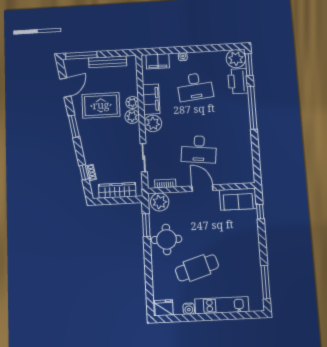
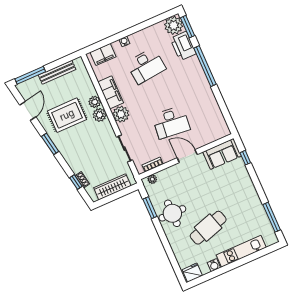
plant: (160, 202) -> (152, 179), width x0.53, depth x0.53

